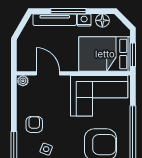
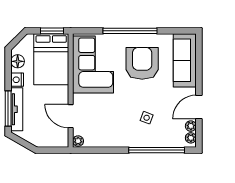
window: (68, 11) -> (8, 109), moved
door: (48, 73) -> (71, 116), hinge flipped
armchair: (34, 124) -> (122, 130), removed

